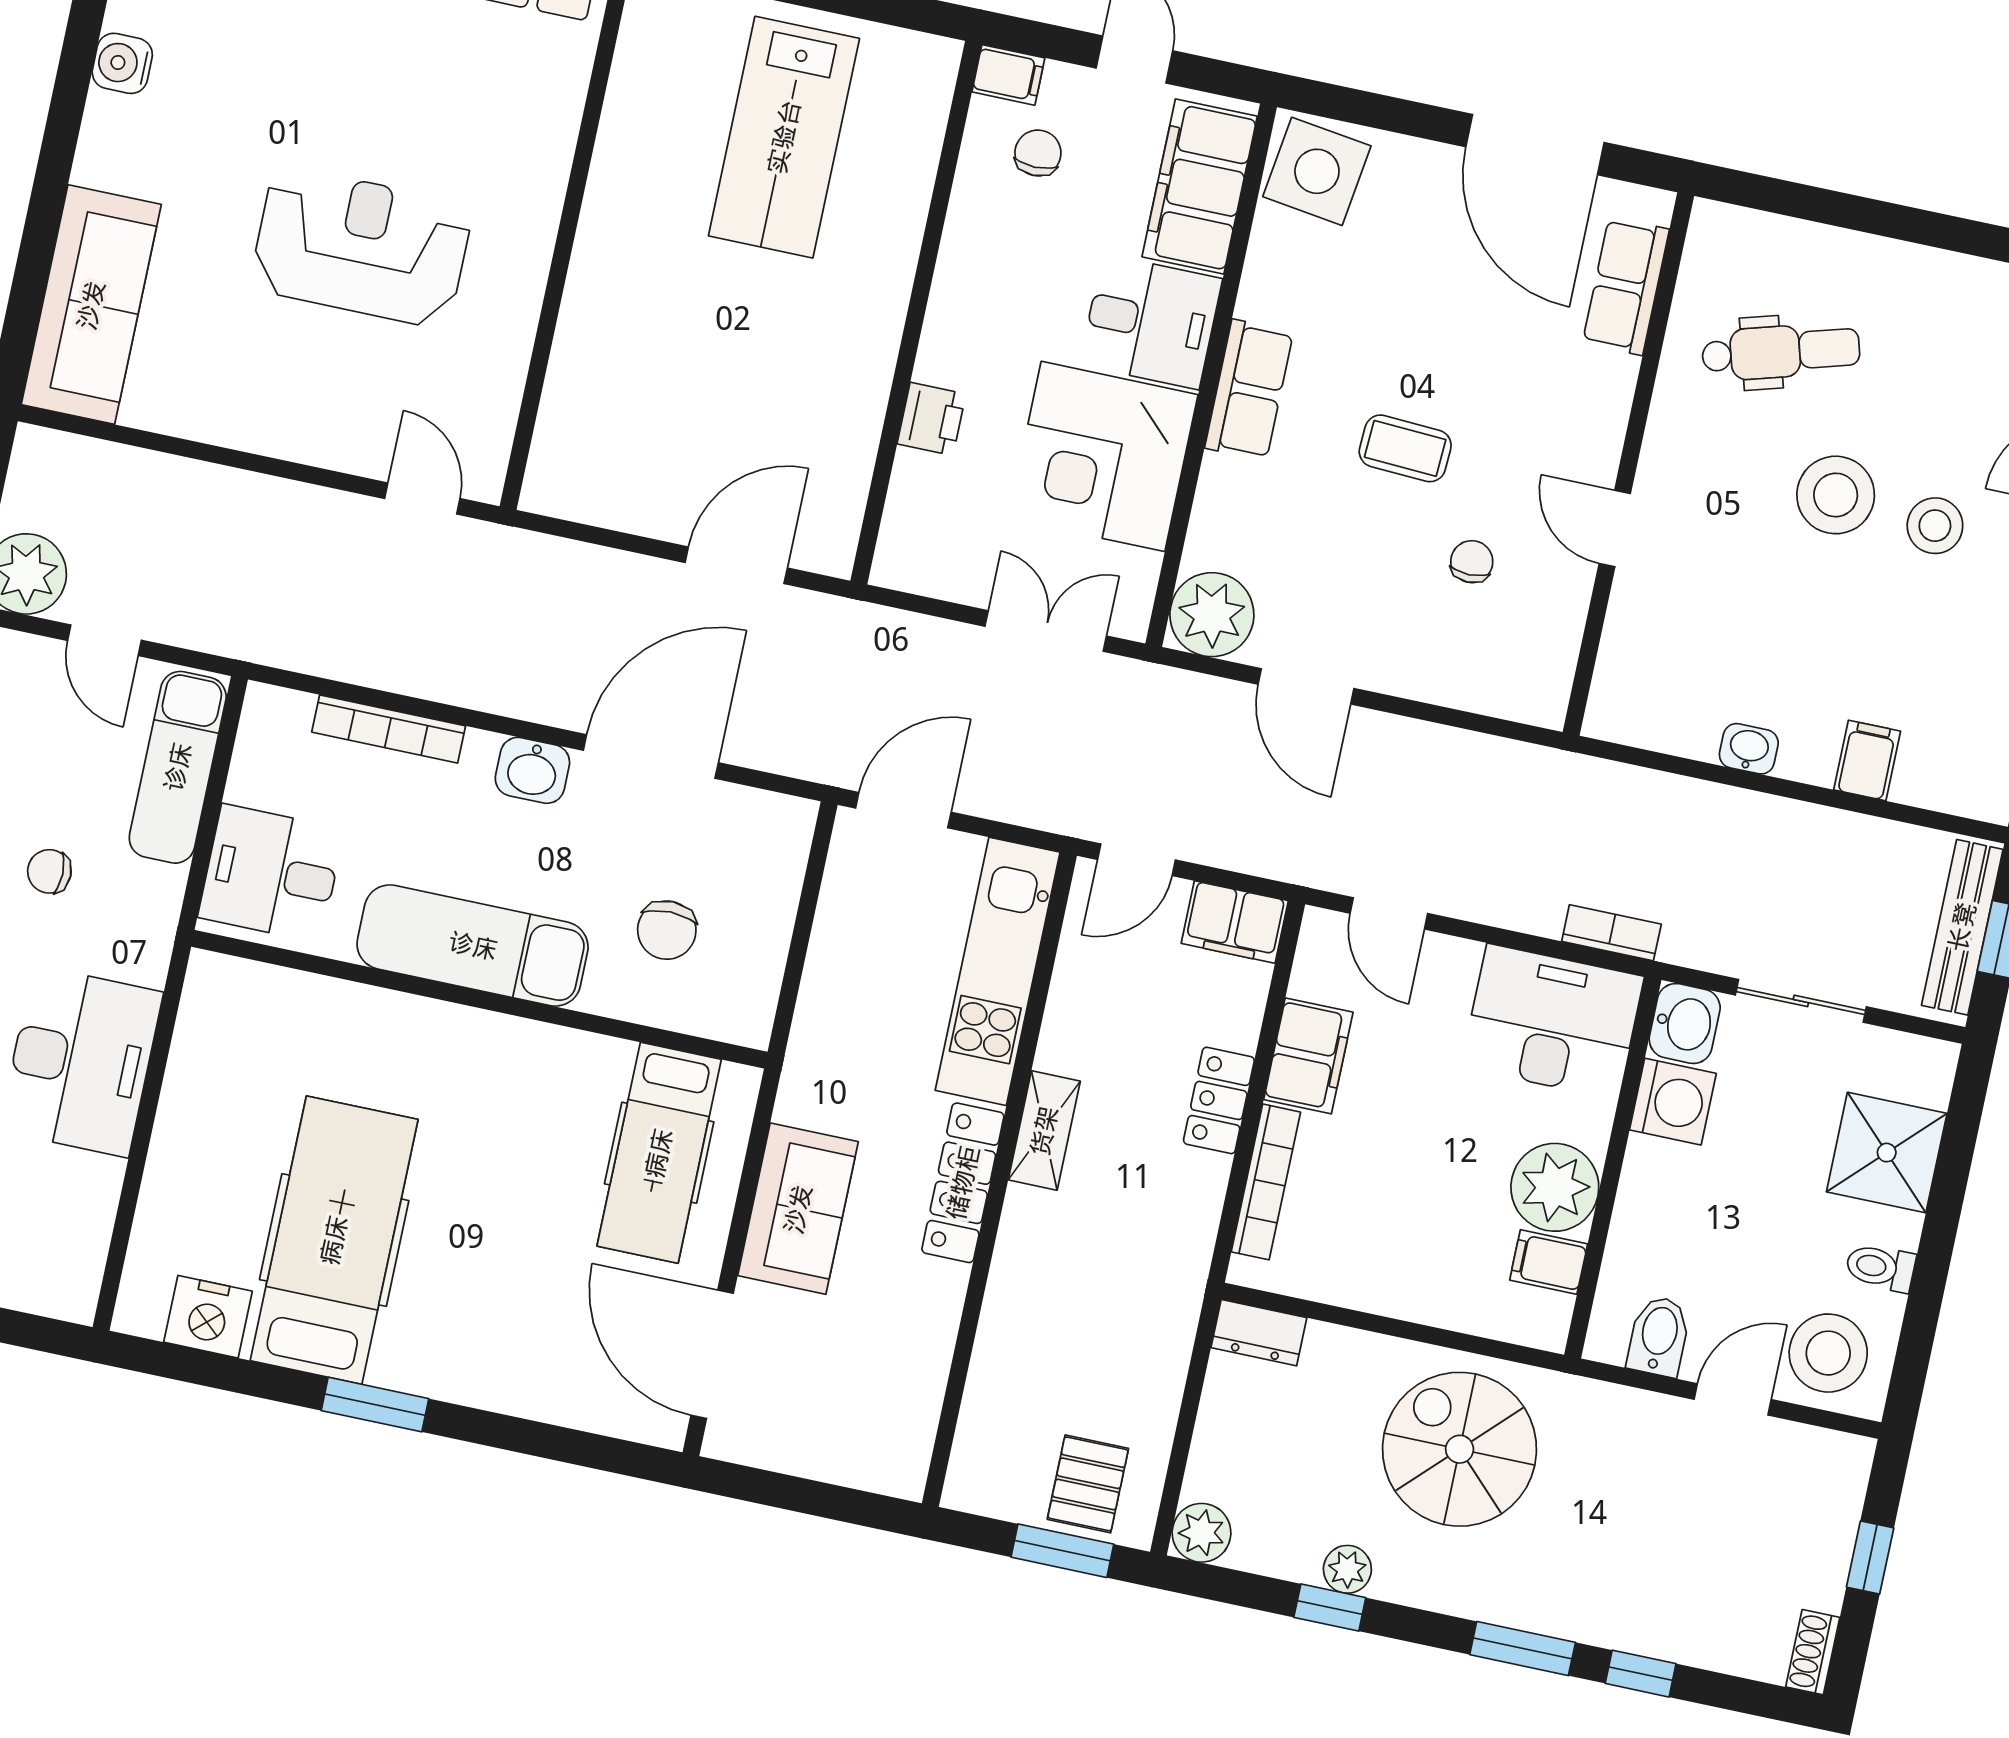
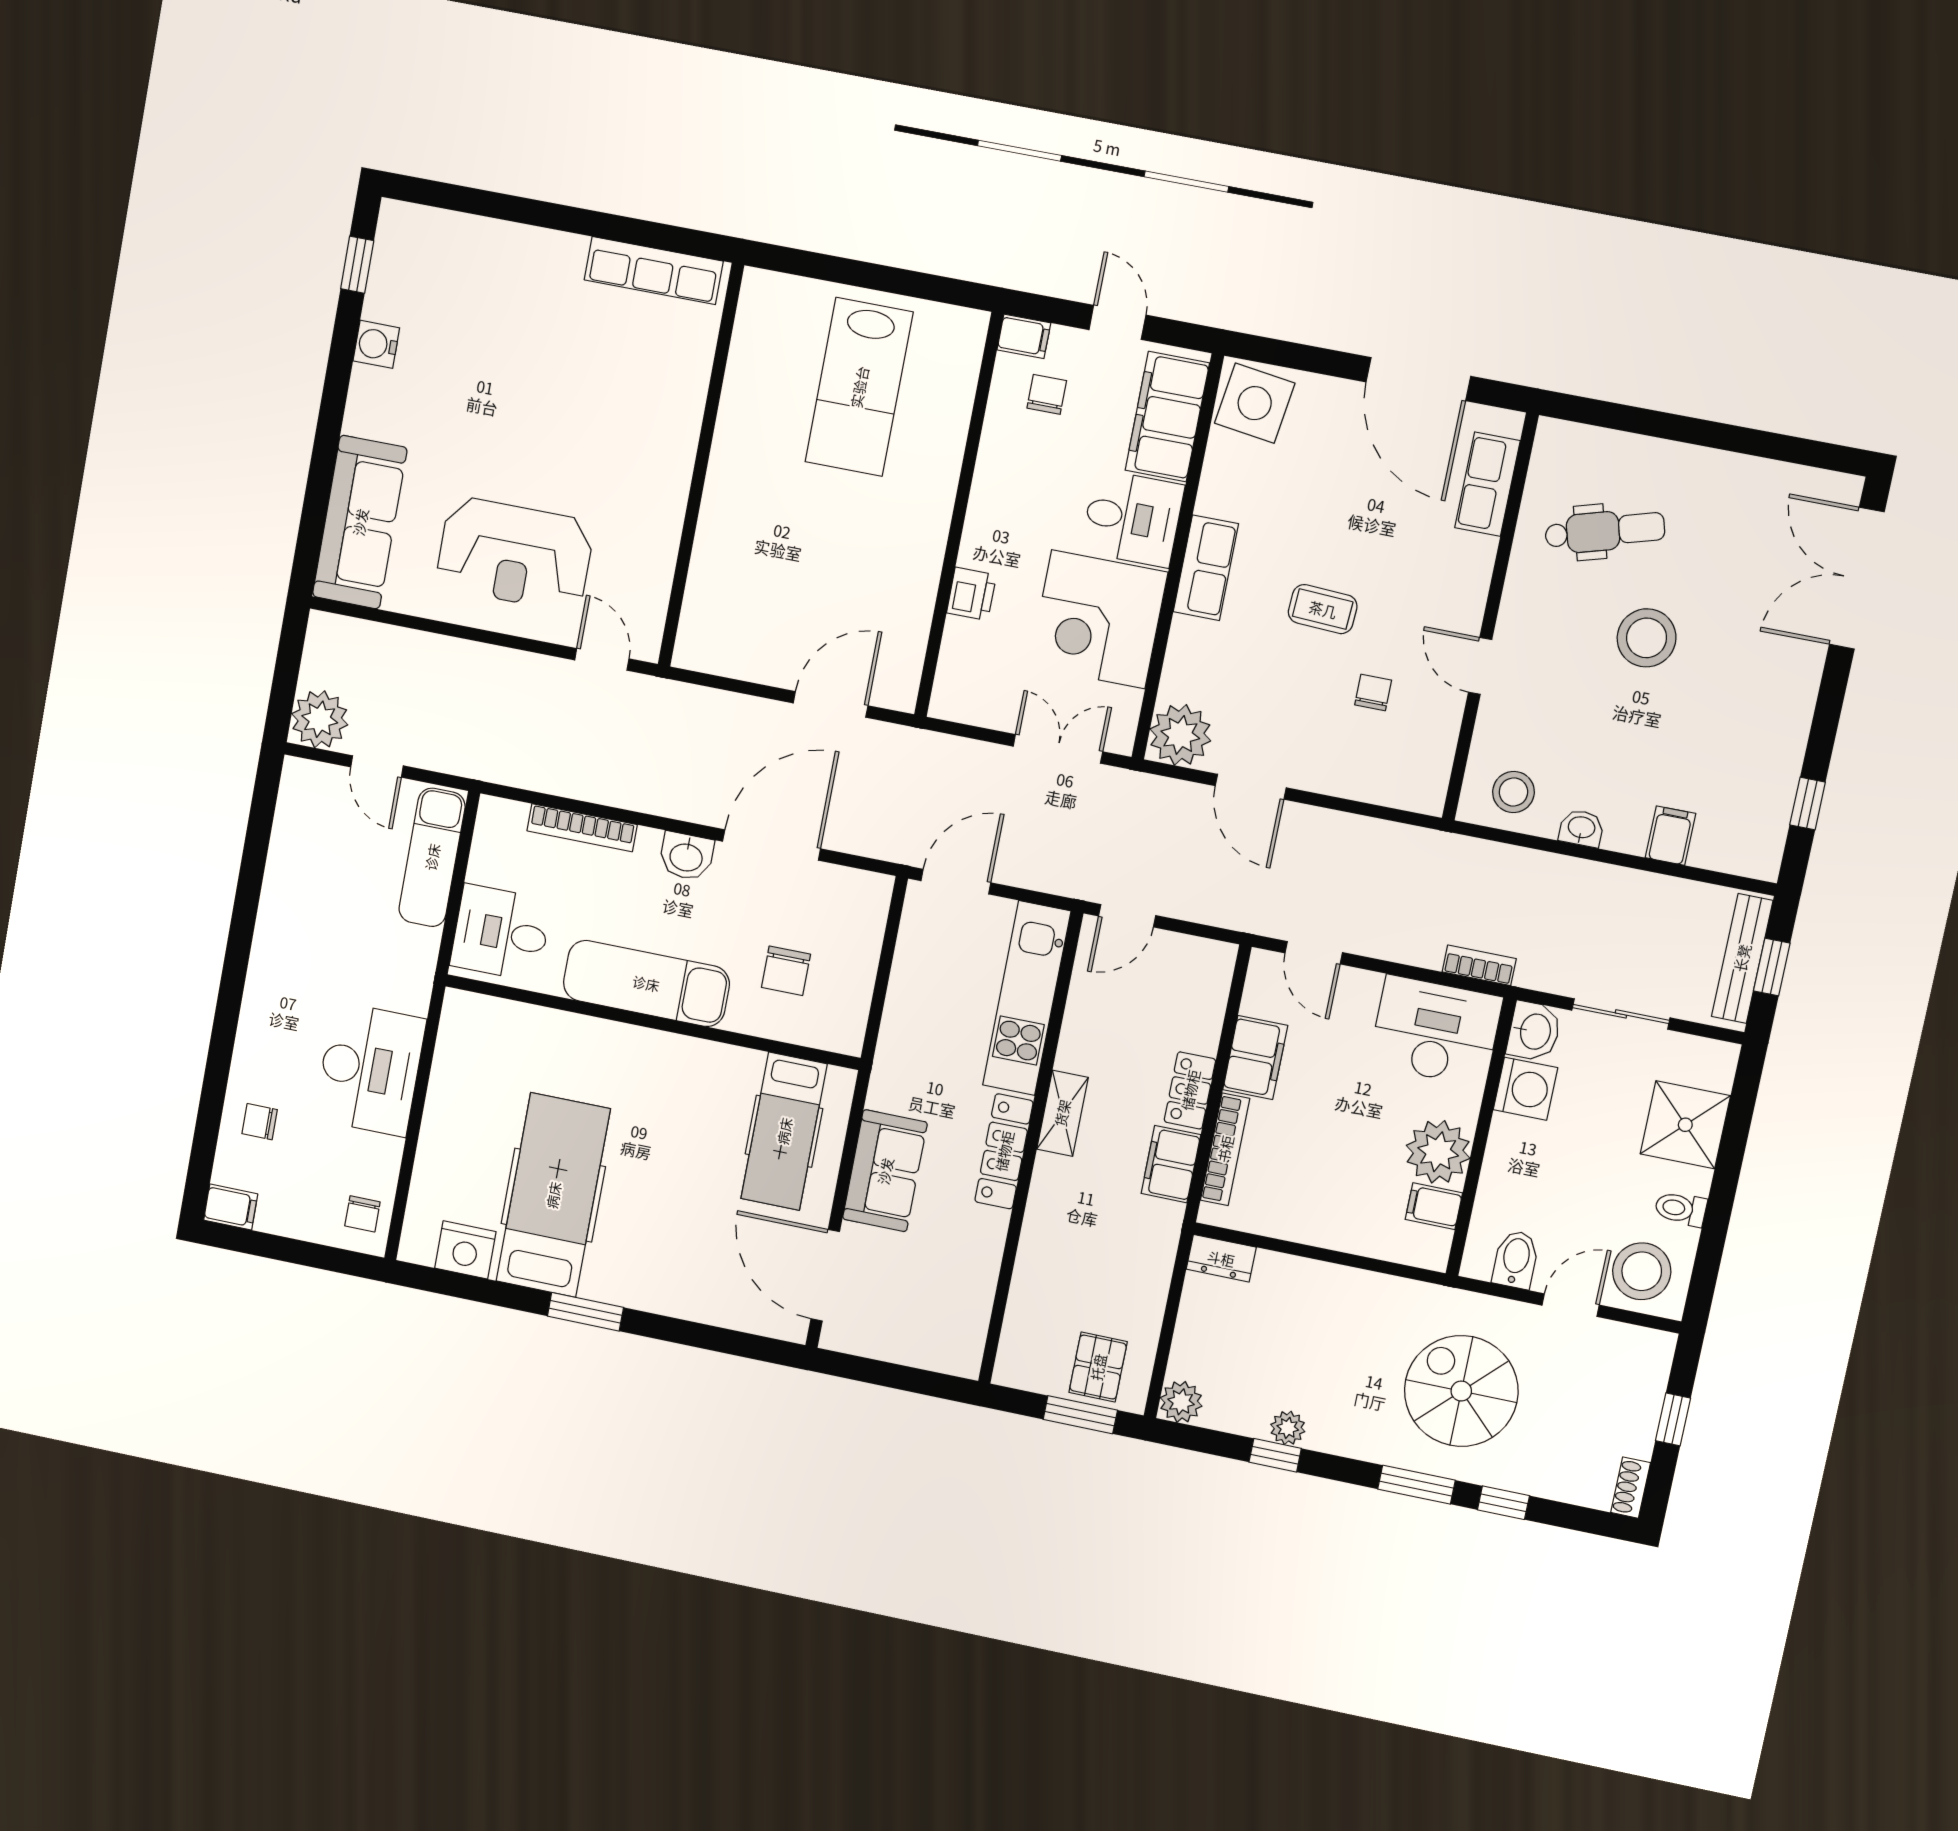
reception desk: (361, 247) -> (515, 554), moved, turned 180
stool: (1935, 526) -> (1513, 792), moved
chair: (49, 871) -> (362, 1214), moved, turned -90
filing cabinet: (1235, 922) -> (1171, 1164), moved, turned 90
spiral stairs: (1460, 1449) -> (1461, 1391), moved

